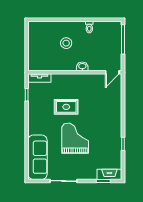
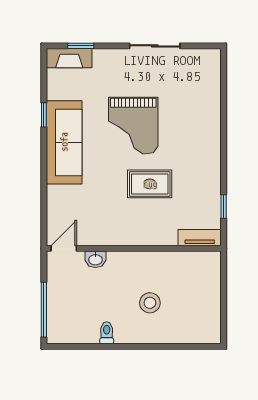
washbasin: (82, 66) -> (95, 259), moved
sofa: (37, 157) -> (64, 142), moved, turned 180

